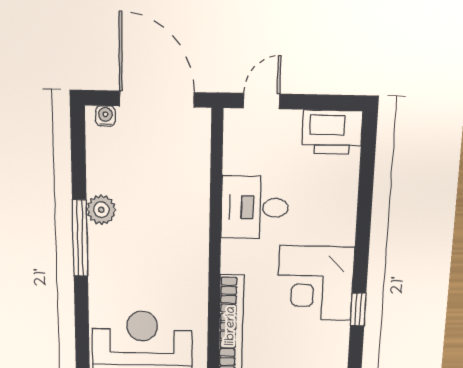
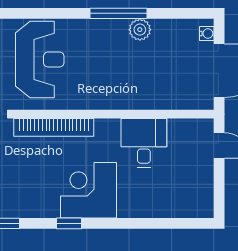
printer: (332, 132) -> (199, 197), removed

